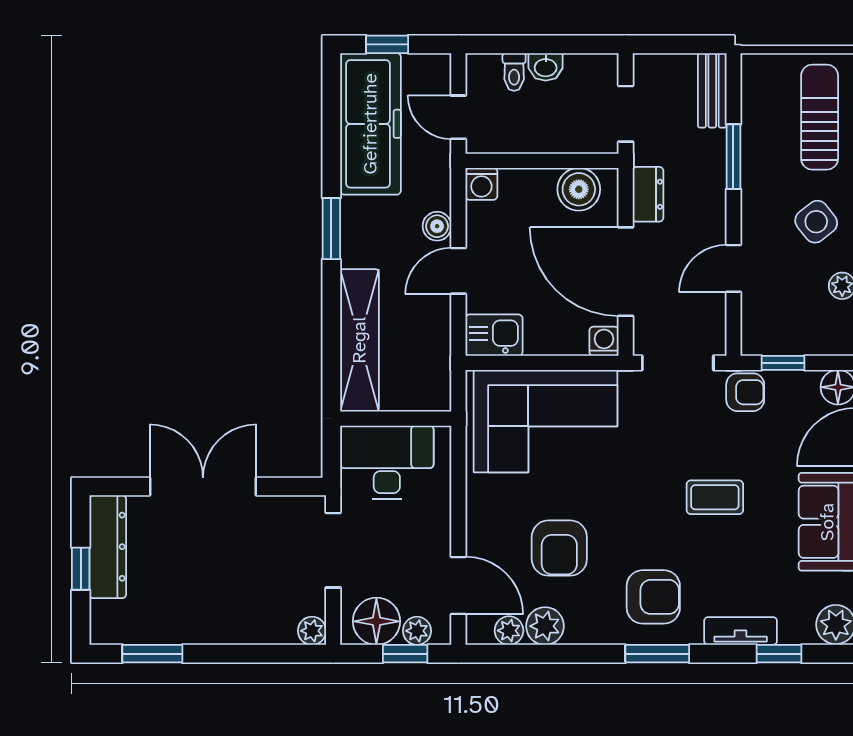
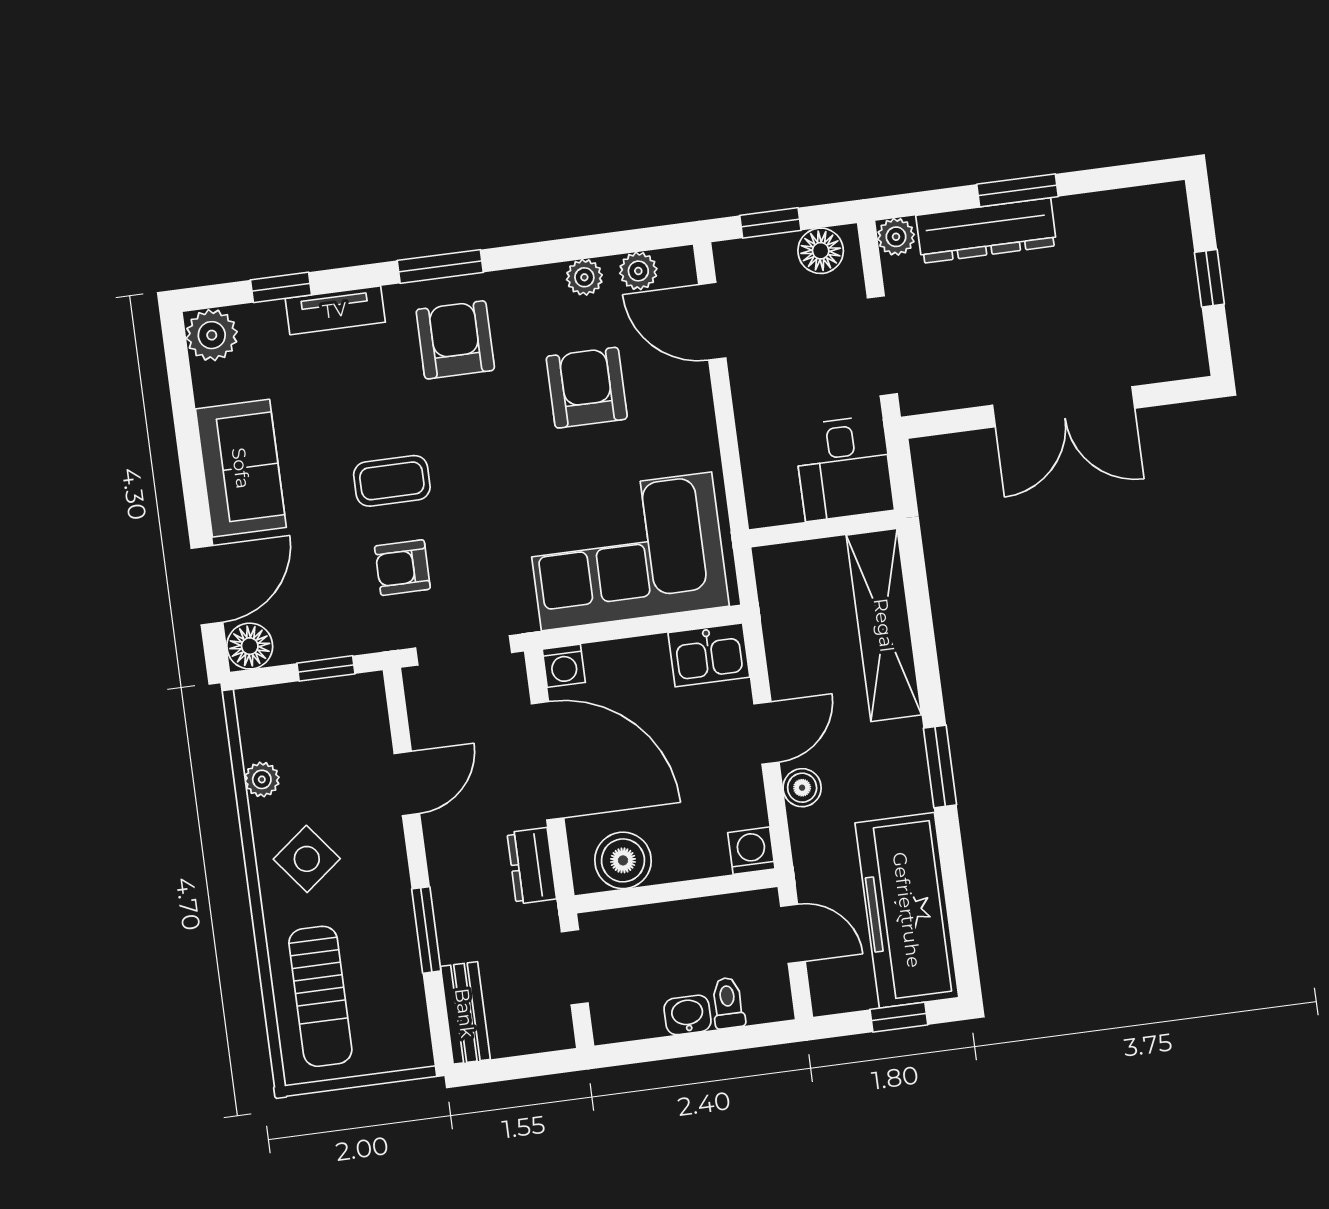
armchair: (745, 392) -> (402, 568), moved
desk: (387, 462) -> (844, 468), width x0.73
dresser: (108, 547) -> (986, 231), moved, turned -90
armchair: (653, 597) -> (455, 340), turned 90
floor lamp: (376, 621) -> (821, 251), width x0.73, depth x0.73
plant: (545, 626) -> (584, 277), width x0.73, depth x0.73
plant: (417, 631) -> (759, 255), removed
window: (152, 654) -> (1017, 190), moved

